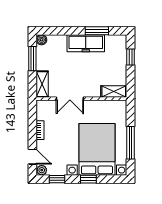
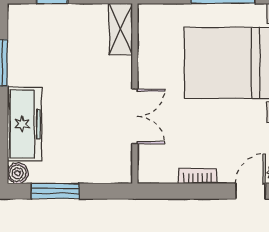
freezer: (86, 43) -> (24, 124), moved
shelving: (42, 84) -> (106, 172), removed

